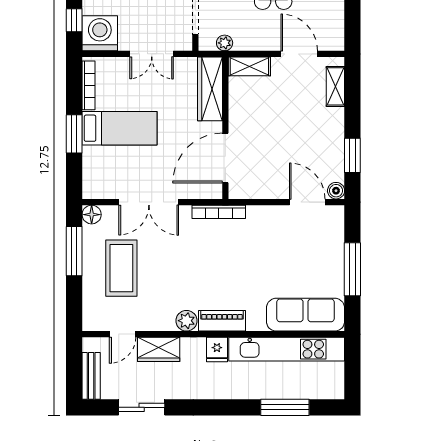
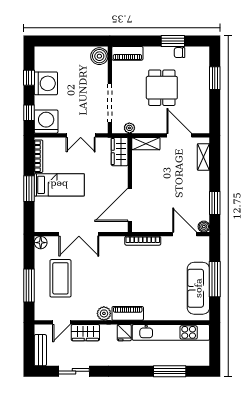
wardrobe: (210, 89) -> (120, 152), width x0.67
bookcase: (219, 212) -> (143, 241), moved
window: (74, 251) -> (29, 286), moved
sofa: (305, 315) -> (198, 288), moved, turned -90

